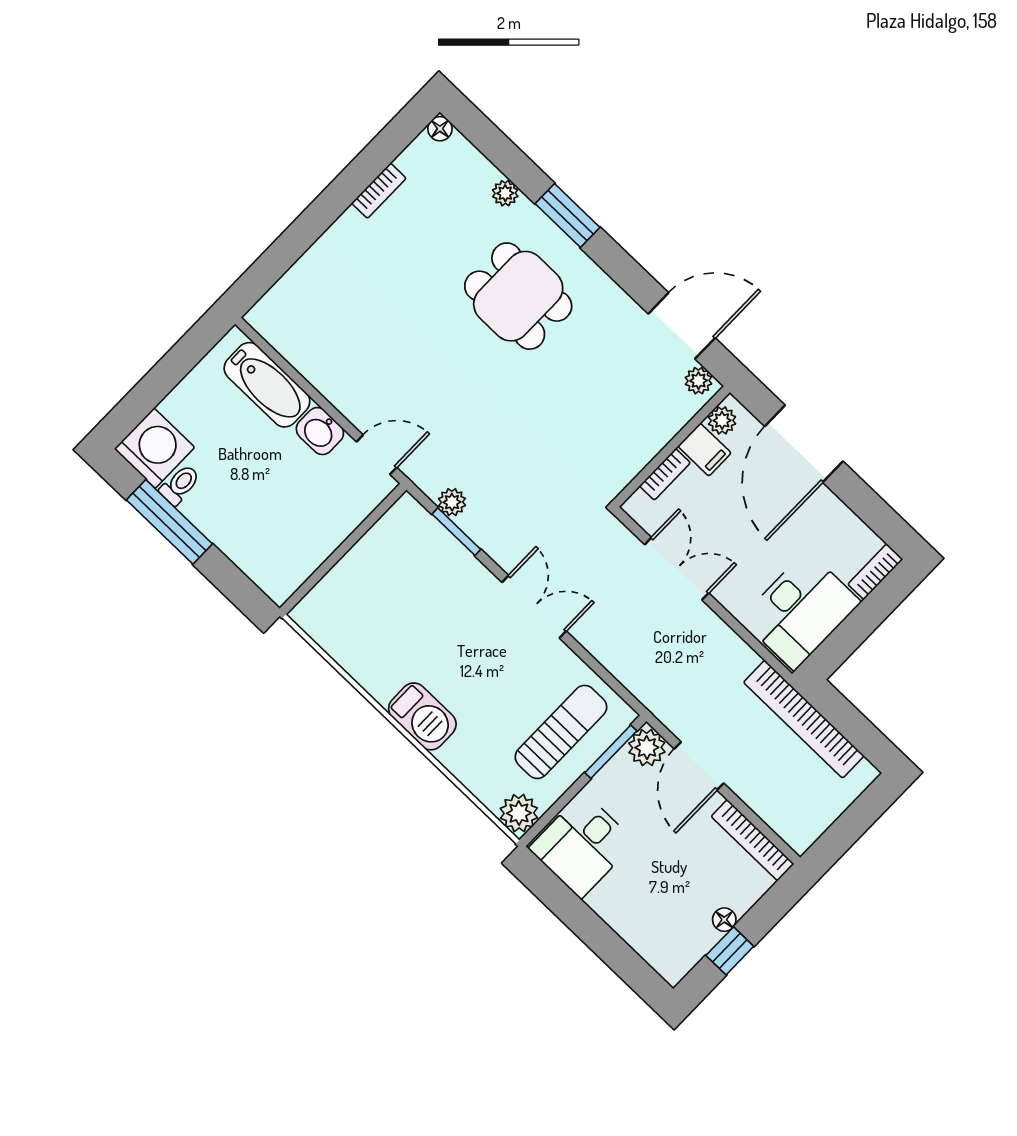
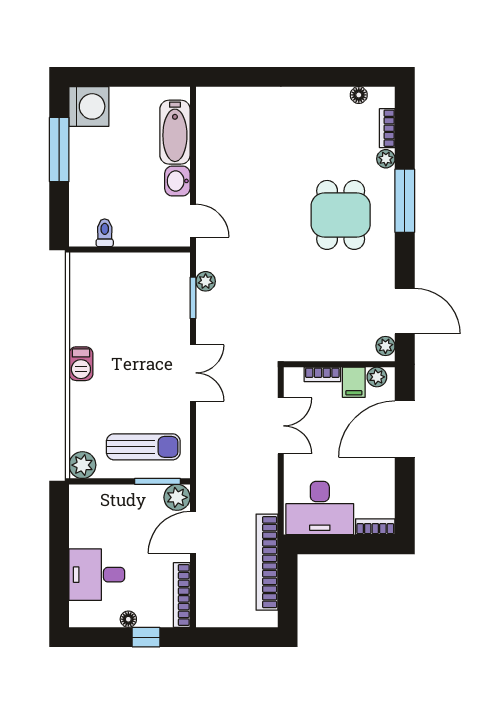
floor lamp: (440, 129) -> (359, 95), moved
bookcase: (379, 191) -> (387, 128), moved, turned 90
window: (568, 216) -> (405, 201), width x1.44
toilet: (180, 485) -> (105, 233), moved, turned -90
barbecue: (422, 716) -> (81, 364), width x0.73, depth x0.79
desk: (582, 845) -> (97, 575), moved
window: (730, 951) -> (146, 637), moved

